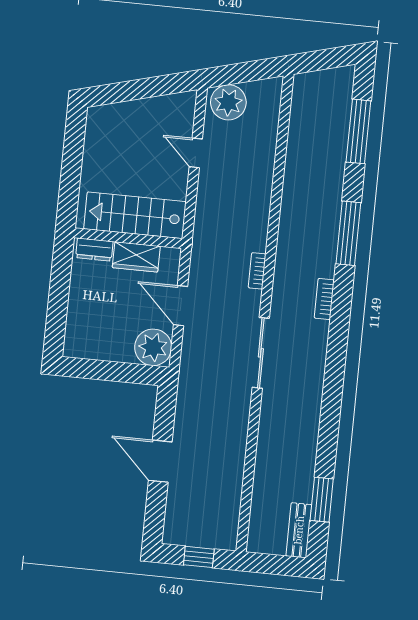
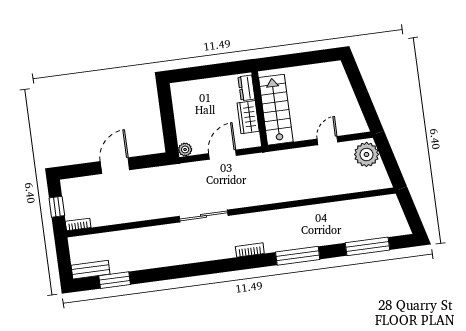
bookcase: (257, 271) -> (78, 224), moved
plant: (153, 347) -> (185, 149), width x0.53, depth x0.53

